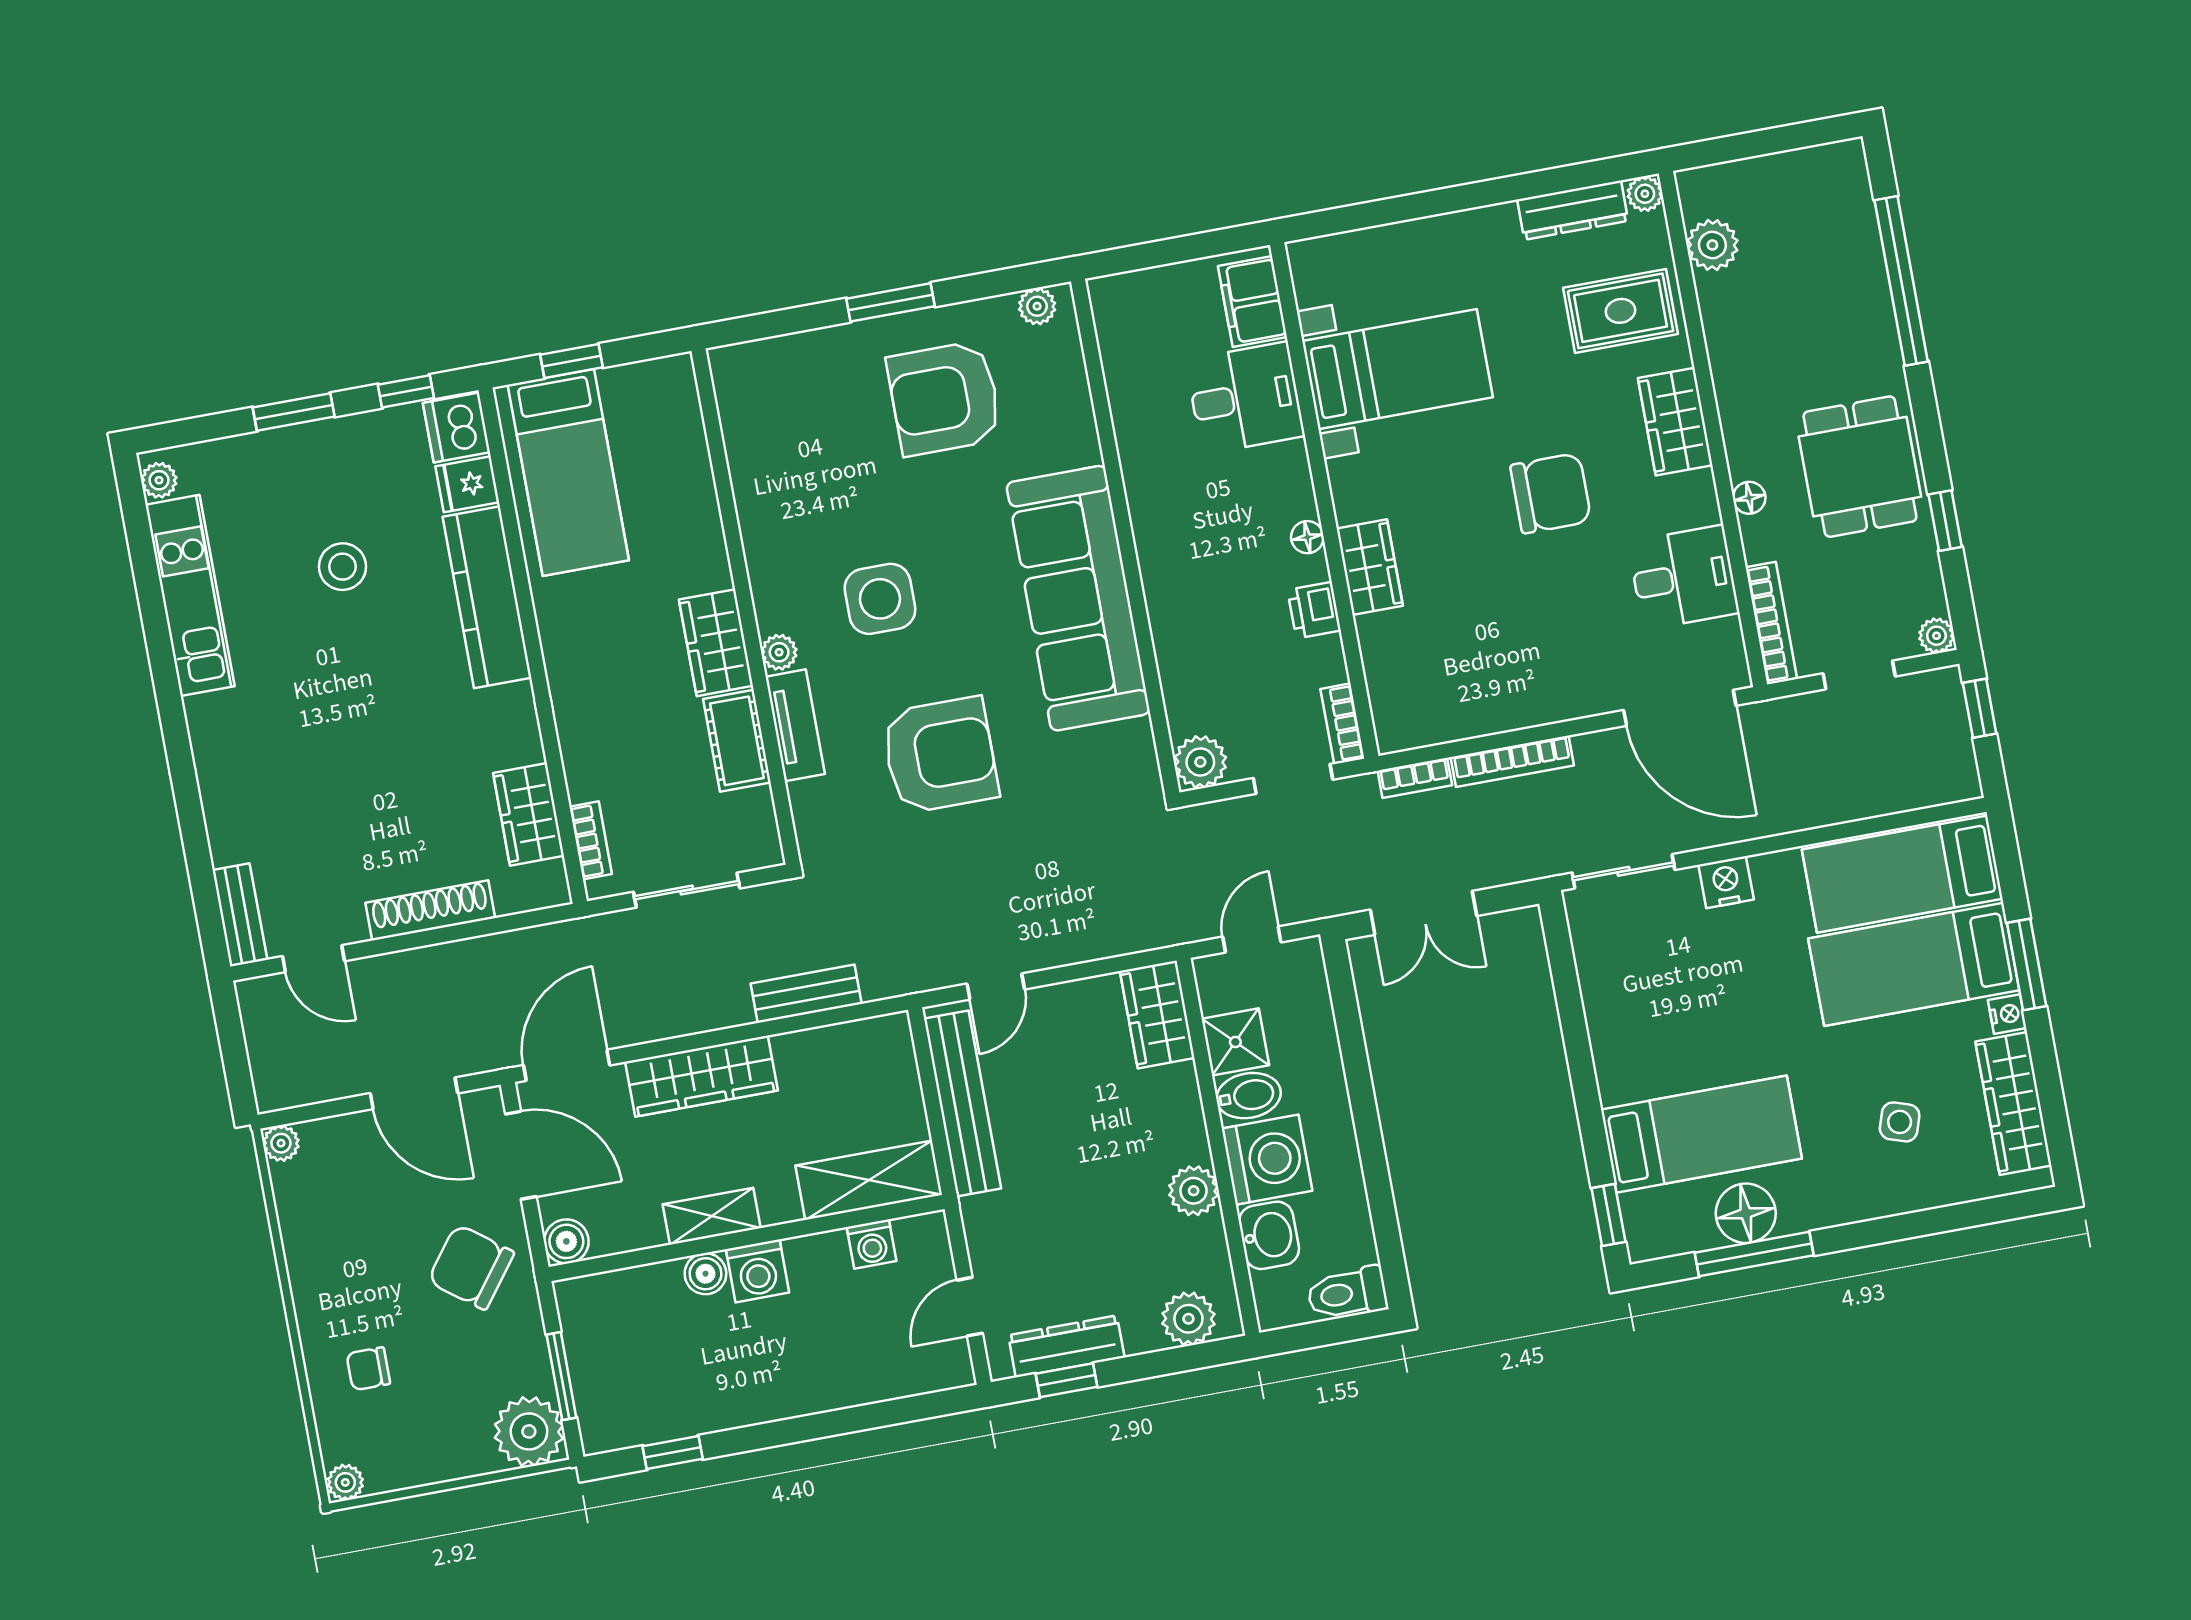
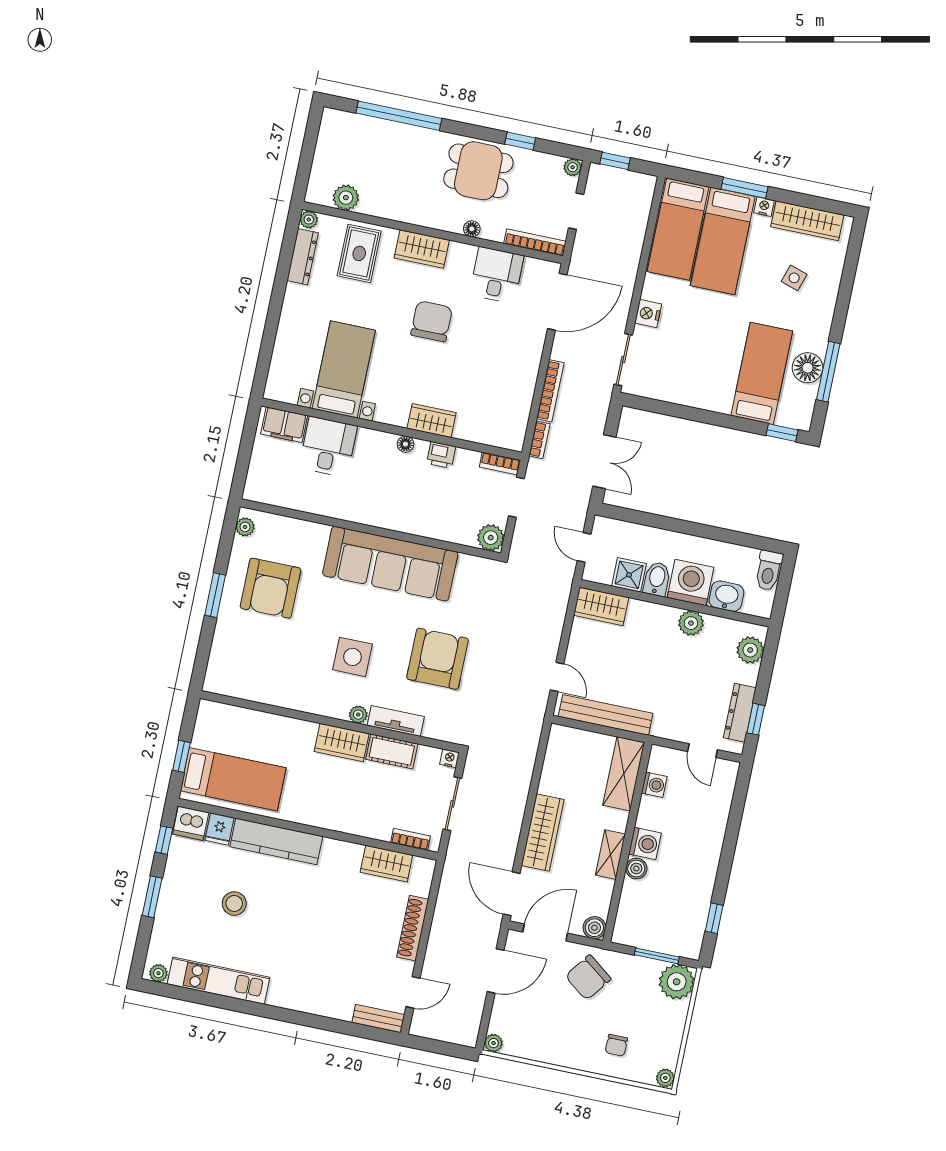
nightstand: (767, 851) -> (450, 758), added
bench: (806, 994) -> (524, 767), removed

